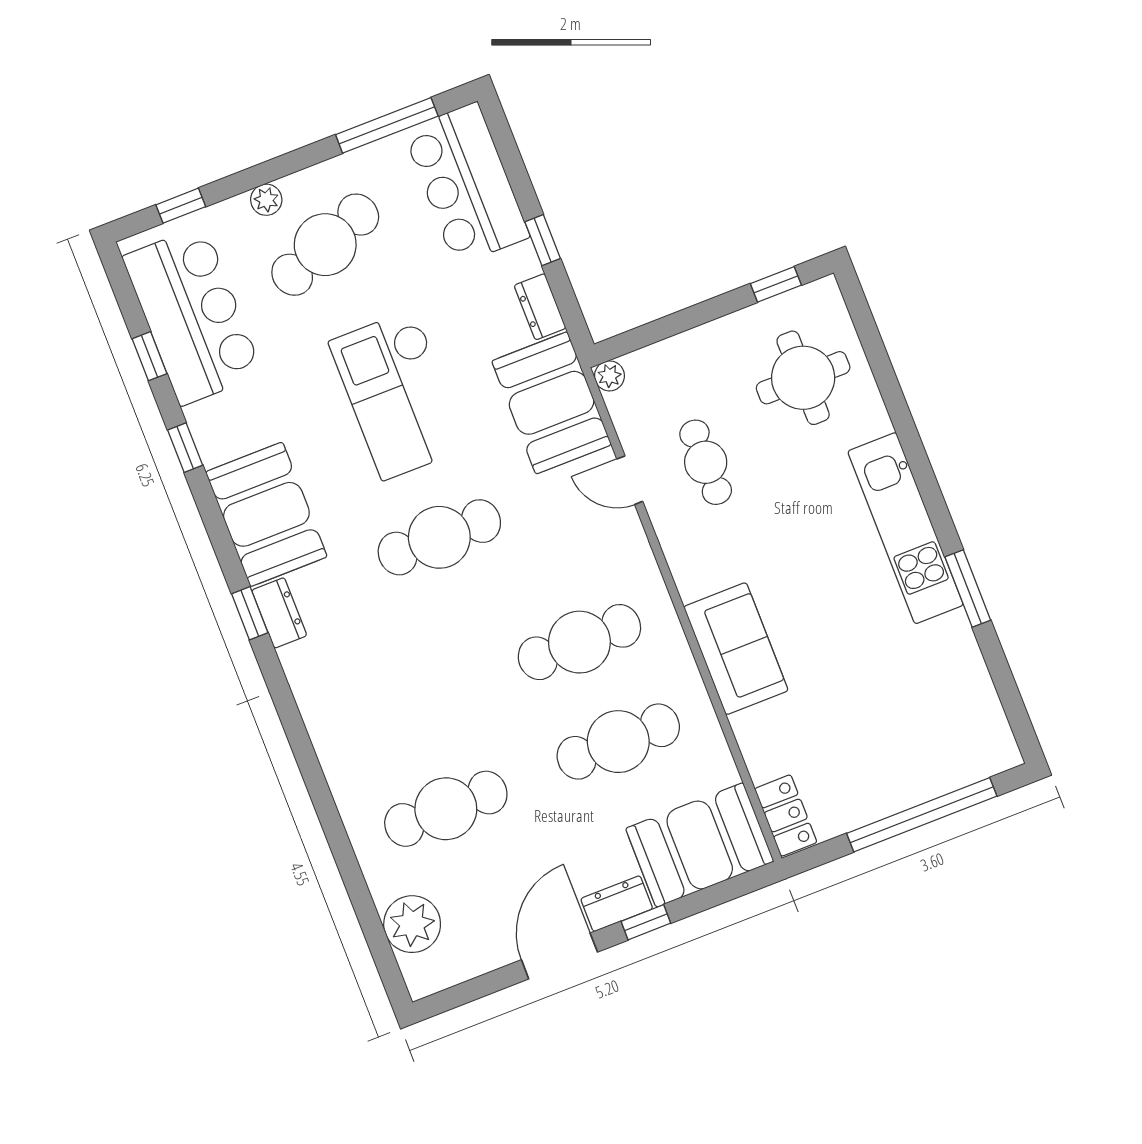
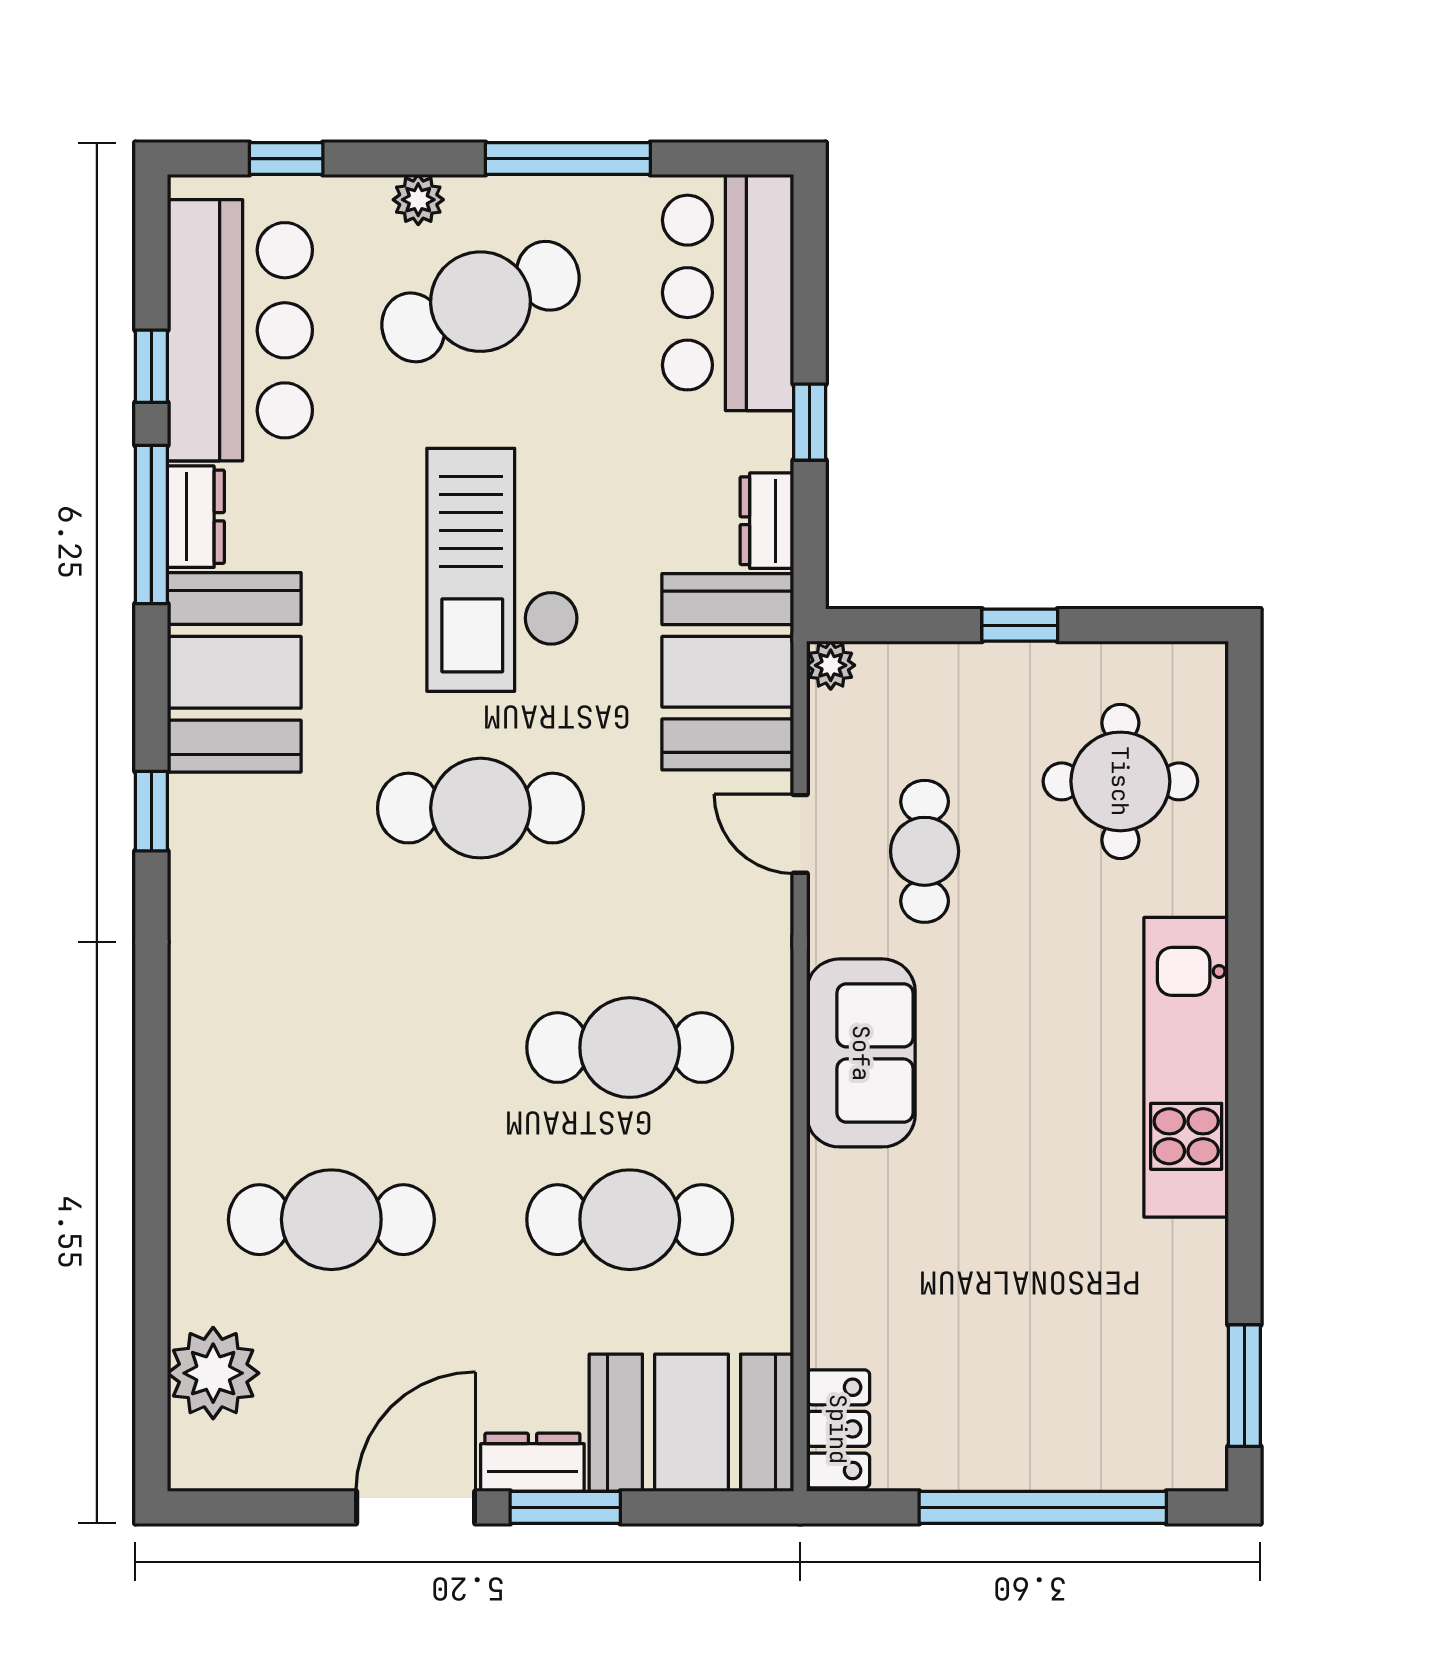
window: (387, 125) -> (568, 159), moved
window: (776, 284) -> (1020, 625), moved
window: (185, 448) -> (151, 524), width x2.17
window: (968, 588) -> (1244, 1386), moved
dresser: (279, 613) -> (196, 517), moved
sofa: (736, 649) -> (861, 1053), moved
window: (646, 922) -> (565, 1507), width x1.50

